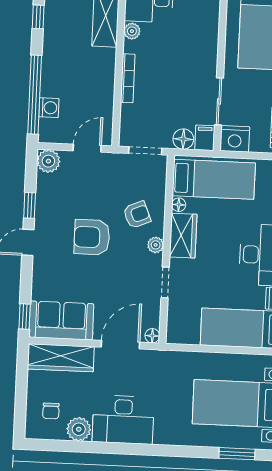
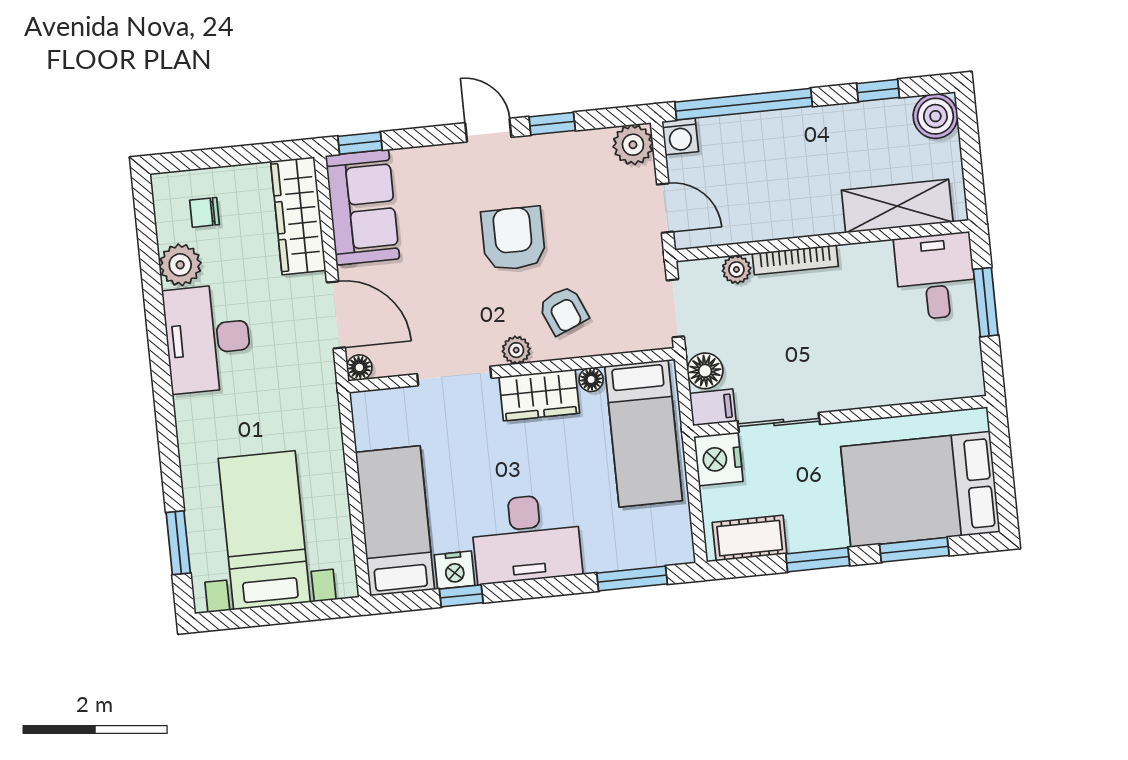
plant: (132, 31) -> (736, 269), moved
washing machine: (49, 108) -> (680, 137), moved
doorway: (165, 282) -> (454, 376), width x1.38

